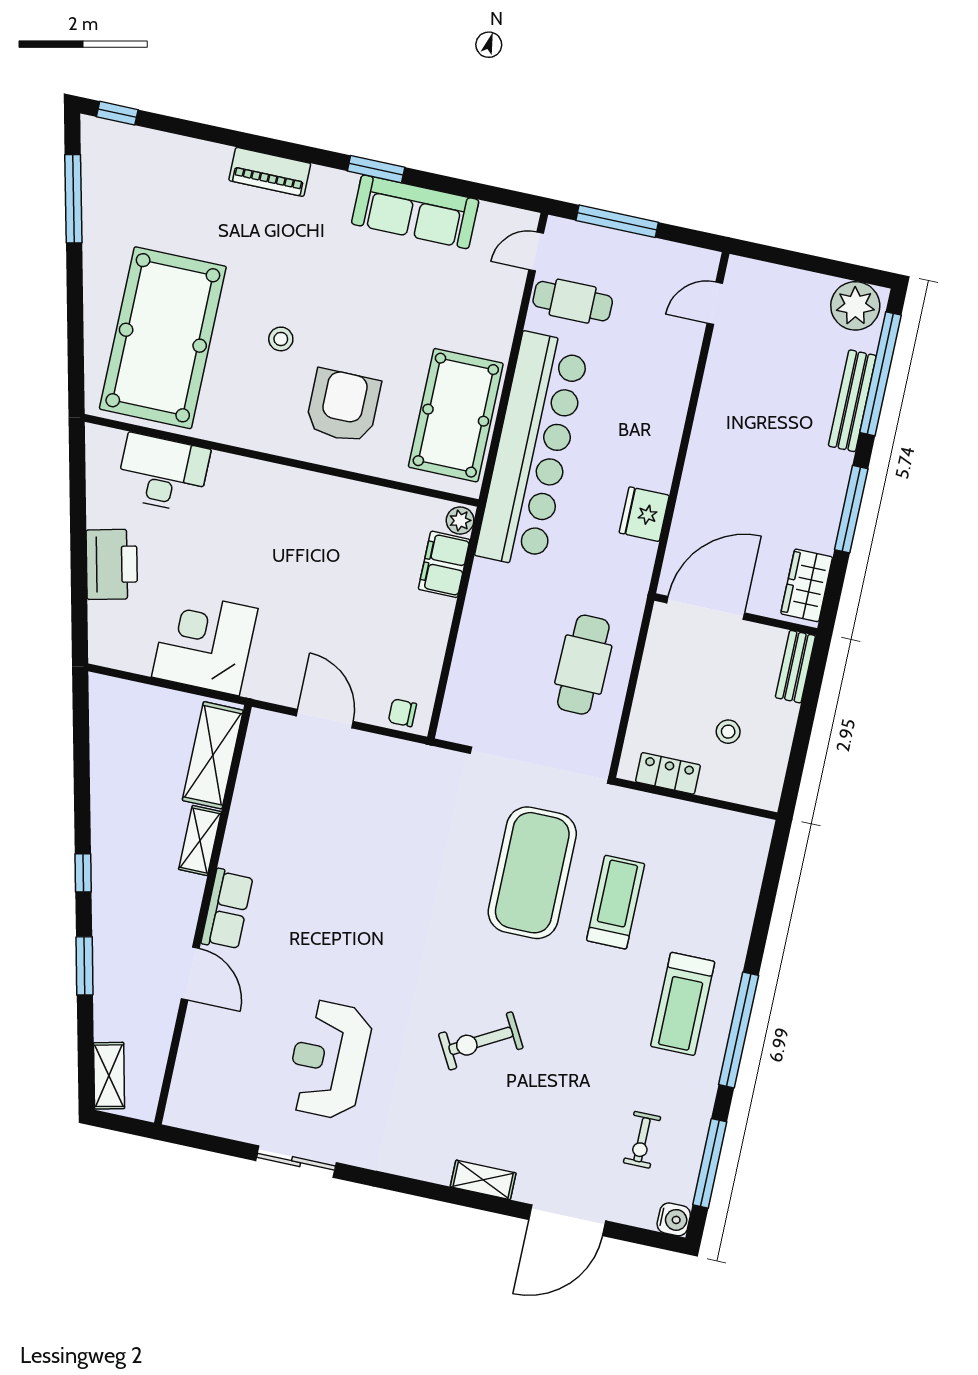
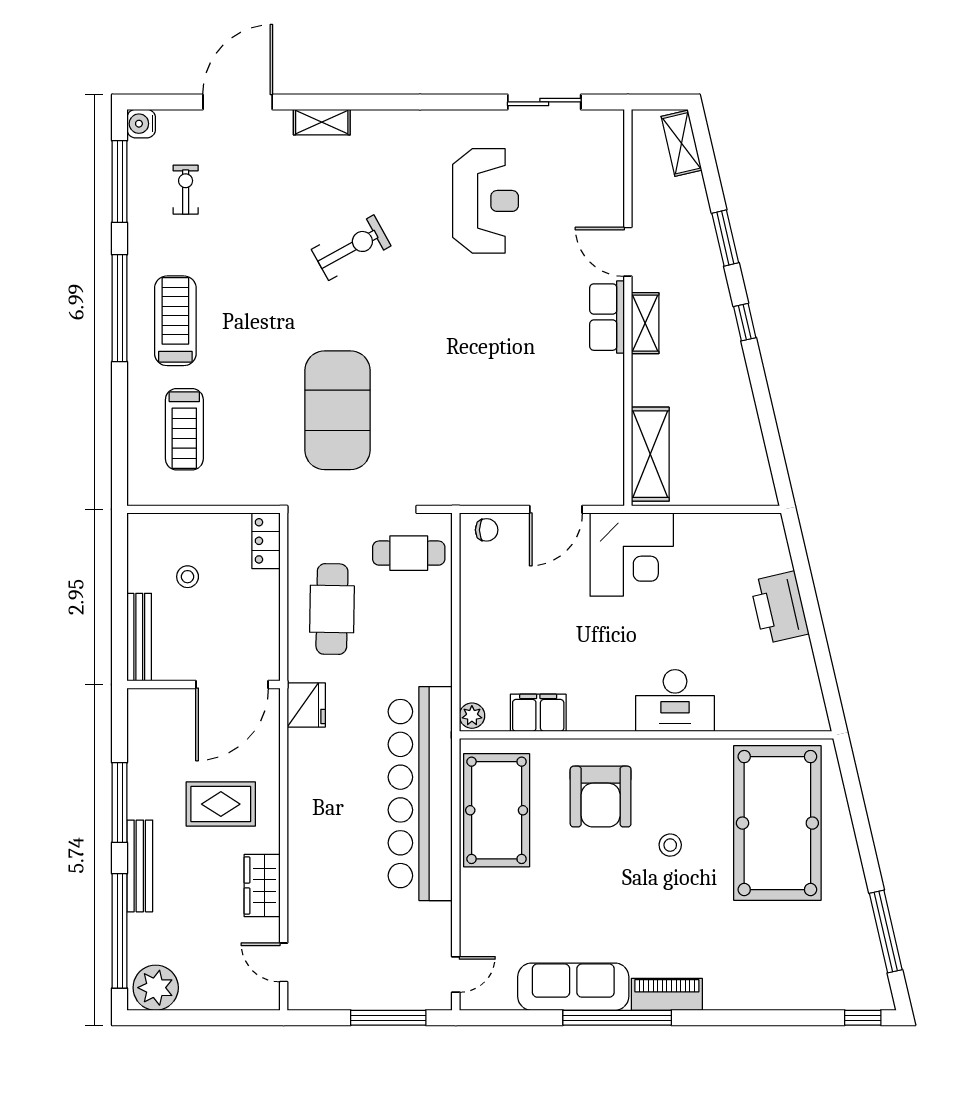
window: (376, 169) -> (617, 1018), width x2.11
piano: (270, 172) -> (667, 994), moved
cafe table: (573, 301) -> (409, 553), moved
door: (715, 303) -> (284, 962), swing flipped
bench: (852, 401) -> (140, 866), moved
desk: (163, 473) -> (675, 701), moved
rug: (745, 485) -> (221, 804), added
fridge: (644, 514) -> (306, 705), moved
filing cabinet: (444, 564) -> (538, 713), moved, turned -90
wardrobe: (807, 585) -> (262, 885), moved, turned 180
corner desk: (205, 643) -> (632, 555), moved
bench: (795, 667) -> (139, 637), width x1.36
door: (325, 719) -> (556, 509), hinge flipped
locker: (668, 773) -> (266, 541), moved, turned 90
shelving: (200, 841) -> (645, 323), moved
treadmill: (616, 902) -> (184, 429), moved
sliding door: (296, 1162) -> (544, 102), moved

